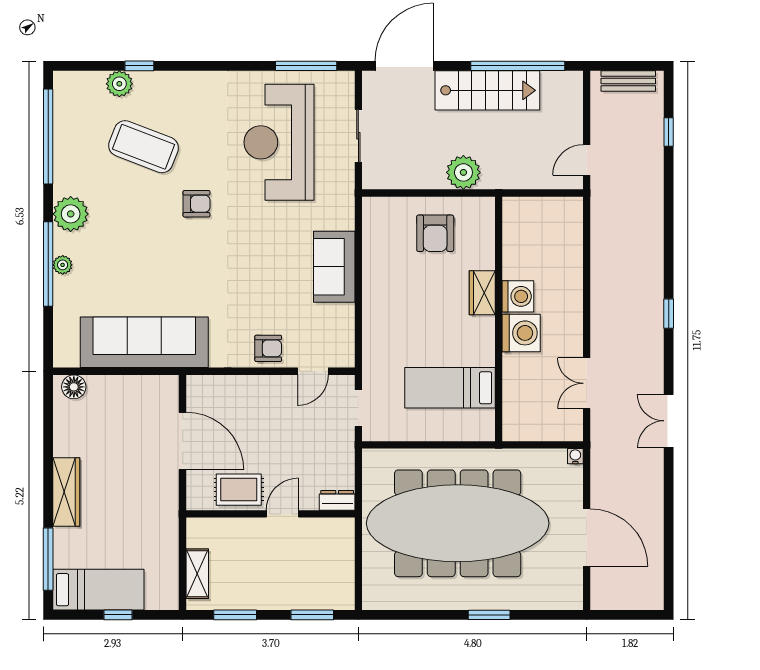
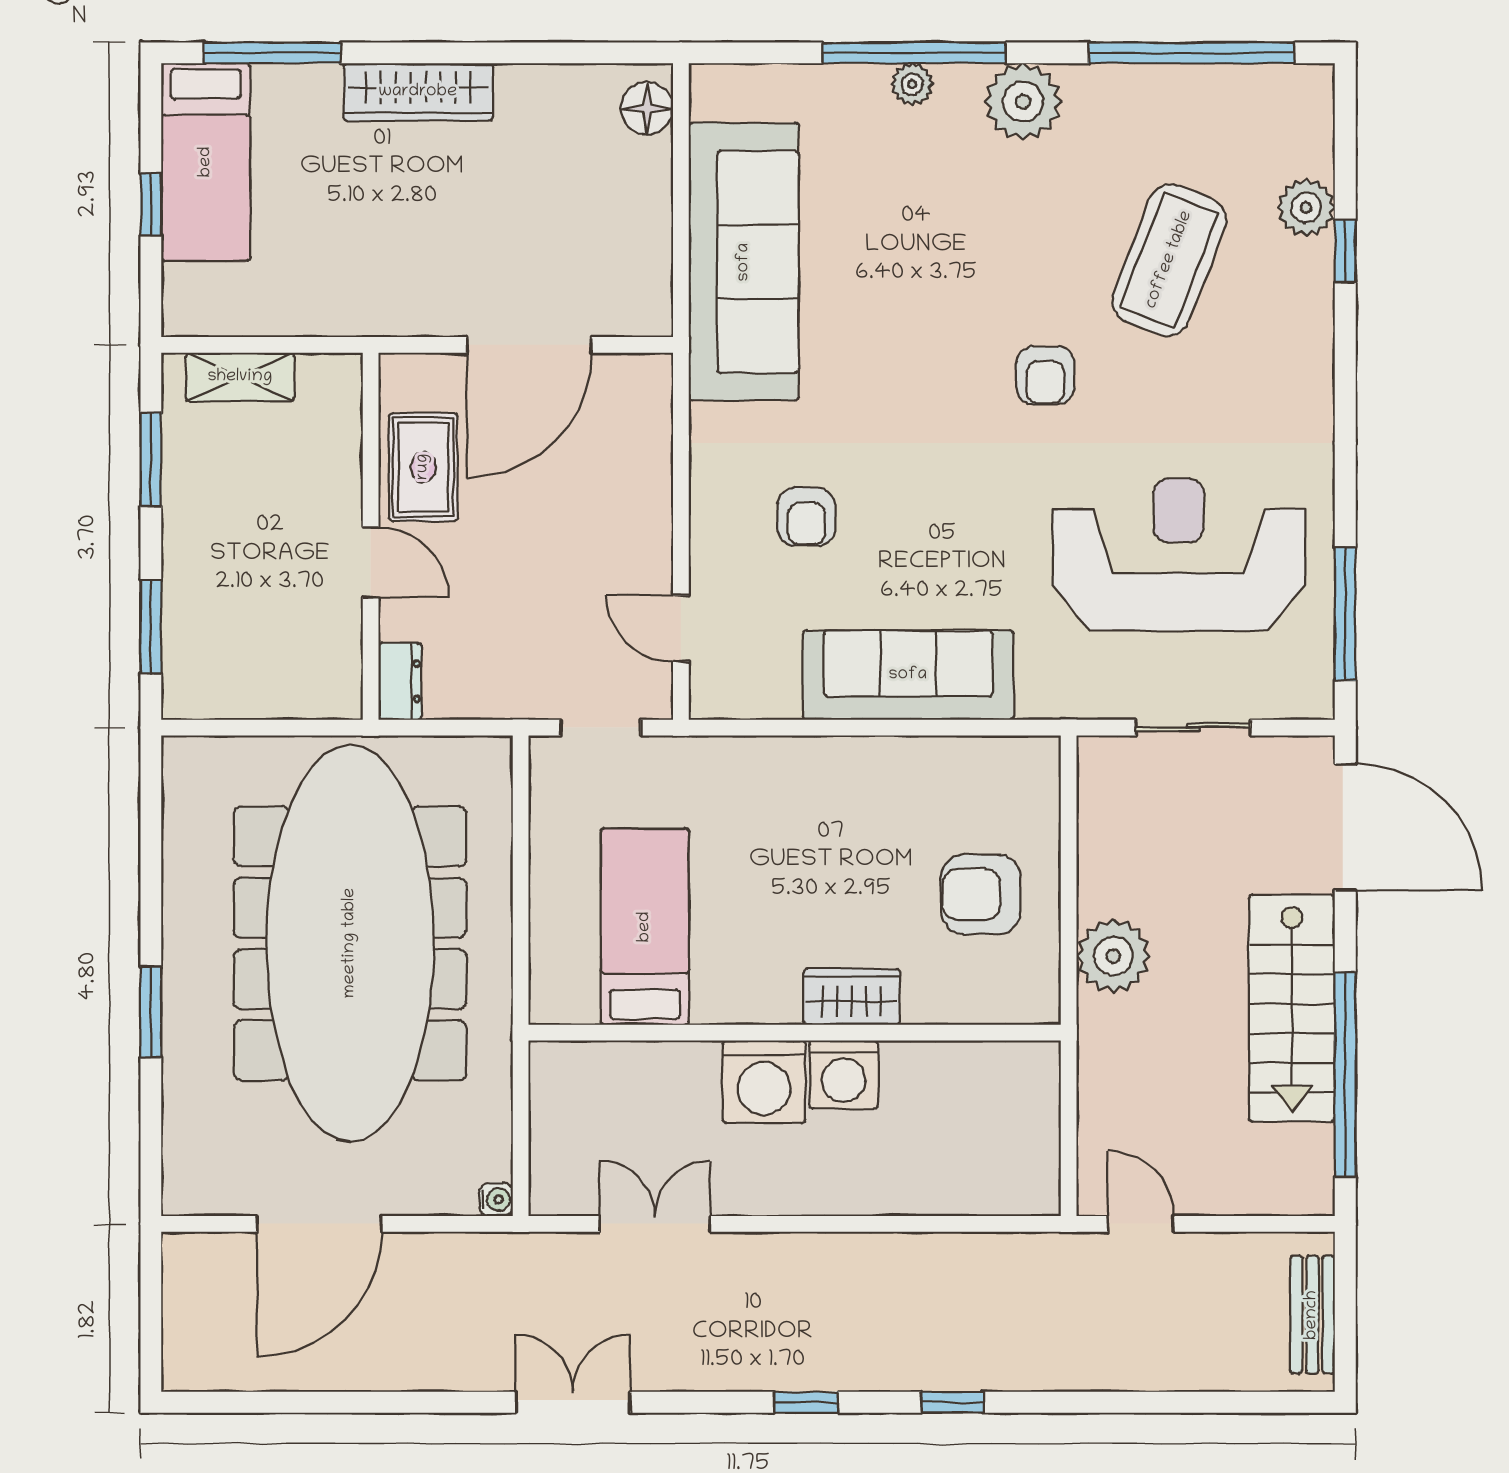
window: (669, 132) -> (952, 1402), moved
sofa: (334, 267) -> (908, 675), width x1.36
armchair: (268, 348) -> (806, 517), moved

